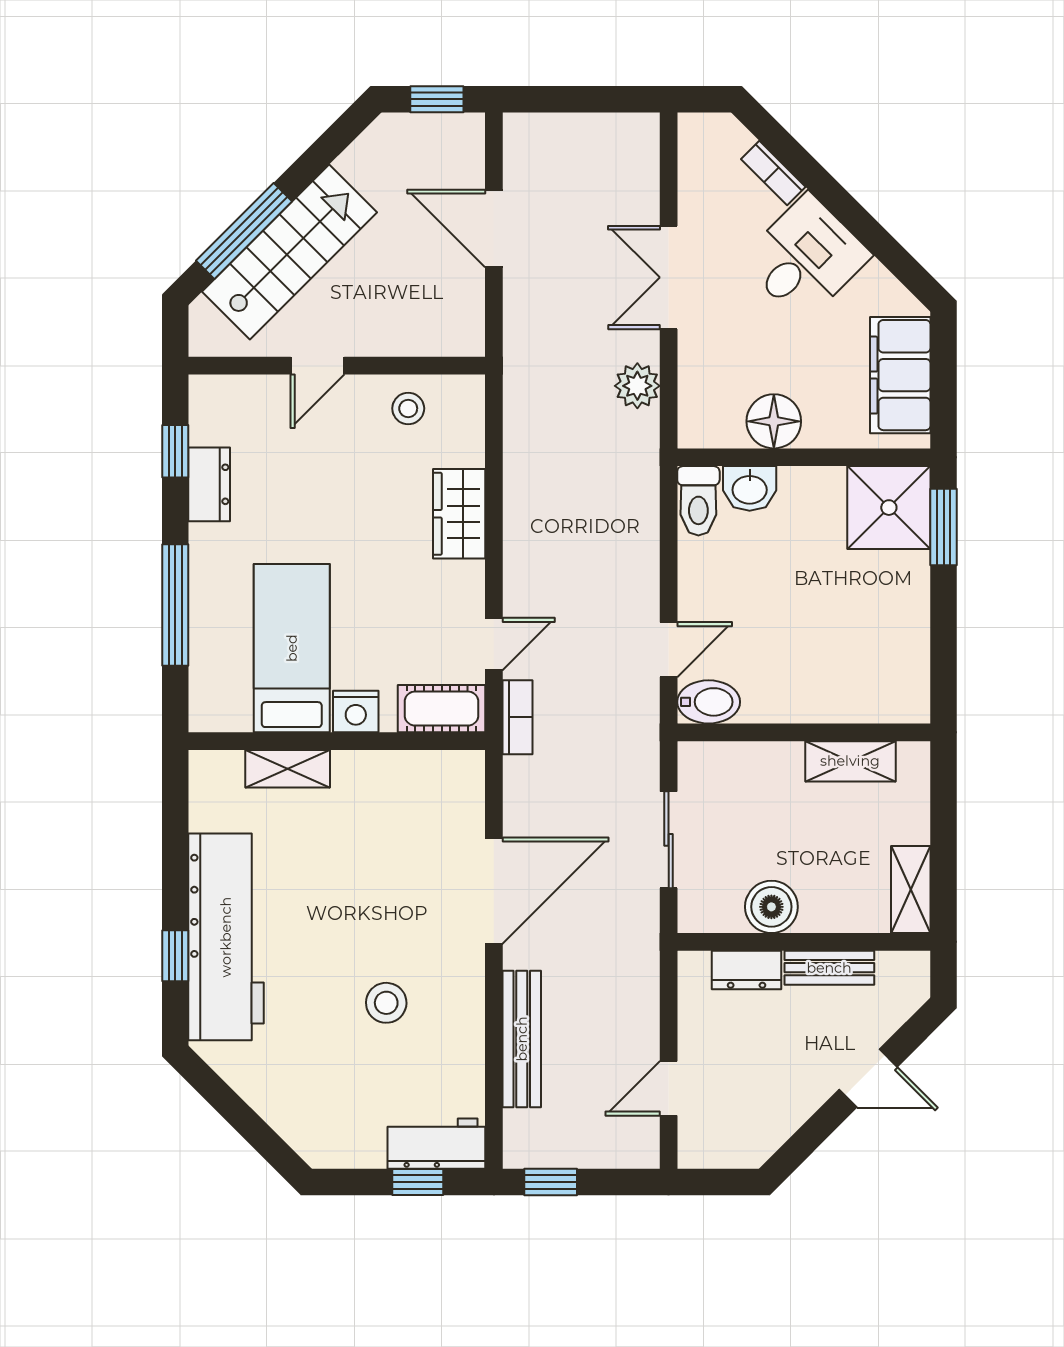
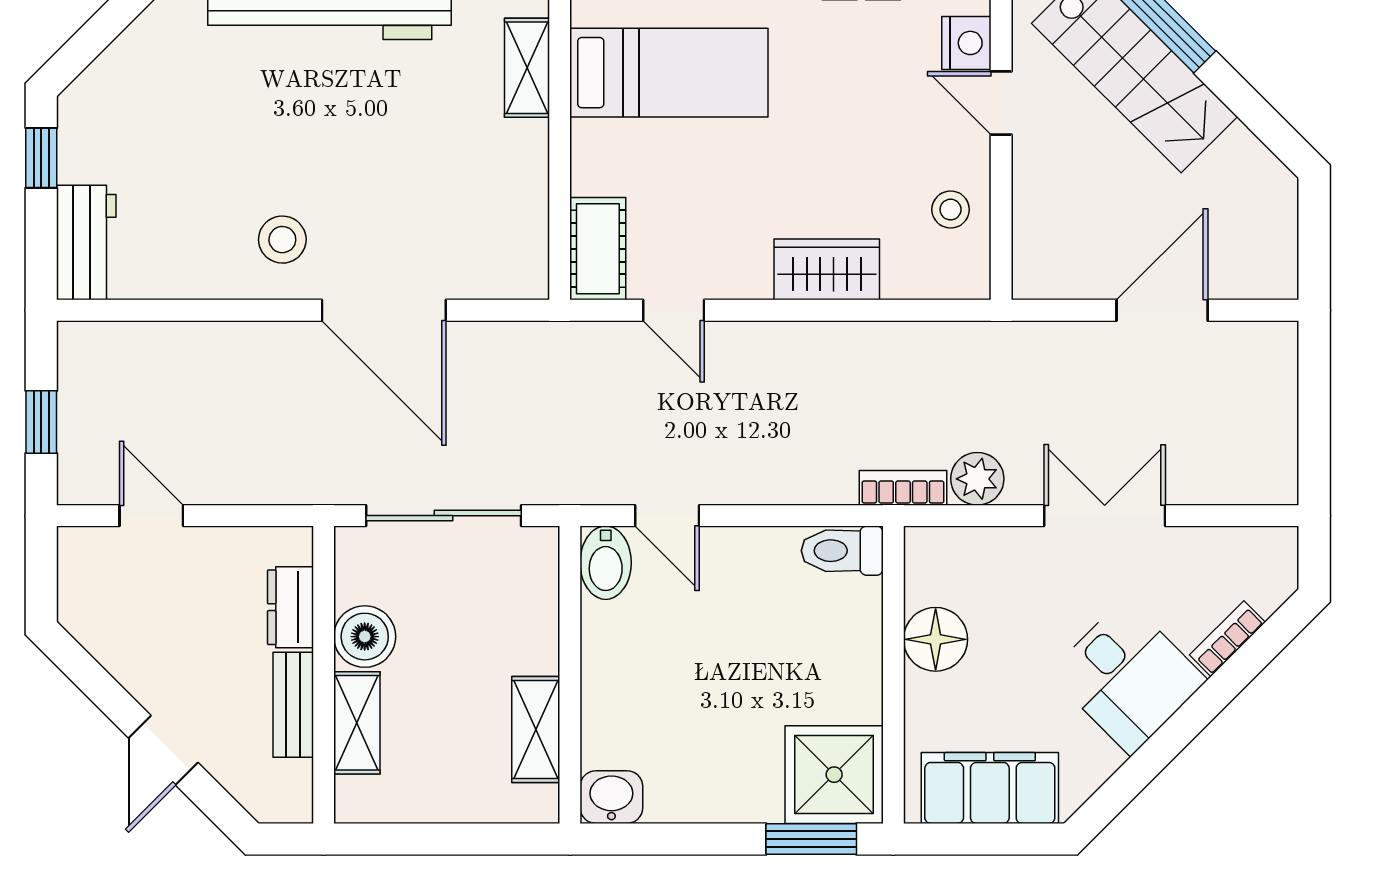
window: (437, 99) -> (1314, 243), removed
washbasin: (750, 488) -> (611, 797), moved, turned 90
nightstand: (356, 711) -> (966, 43), moved, turned 180
bookcase: (518, 717) -> (903, 488), moved, turned 180
sliding door: (669, 840) -> (444, 516), width x1.37
shelving: (911, 889) -> (357, 723), moved, turned 90
stool: (386, 1003) -> (282, 240), moved
bench: (522, 1039) -> (209, 343), removed
window: (418, 1182) -> (41, 158), moved
window: (551, 1182) -> (41, 422), moved

